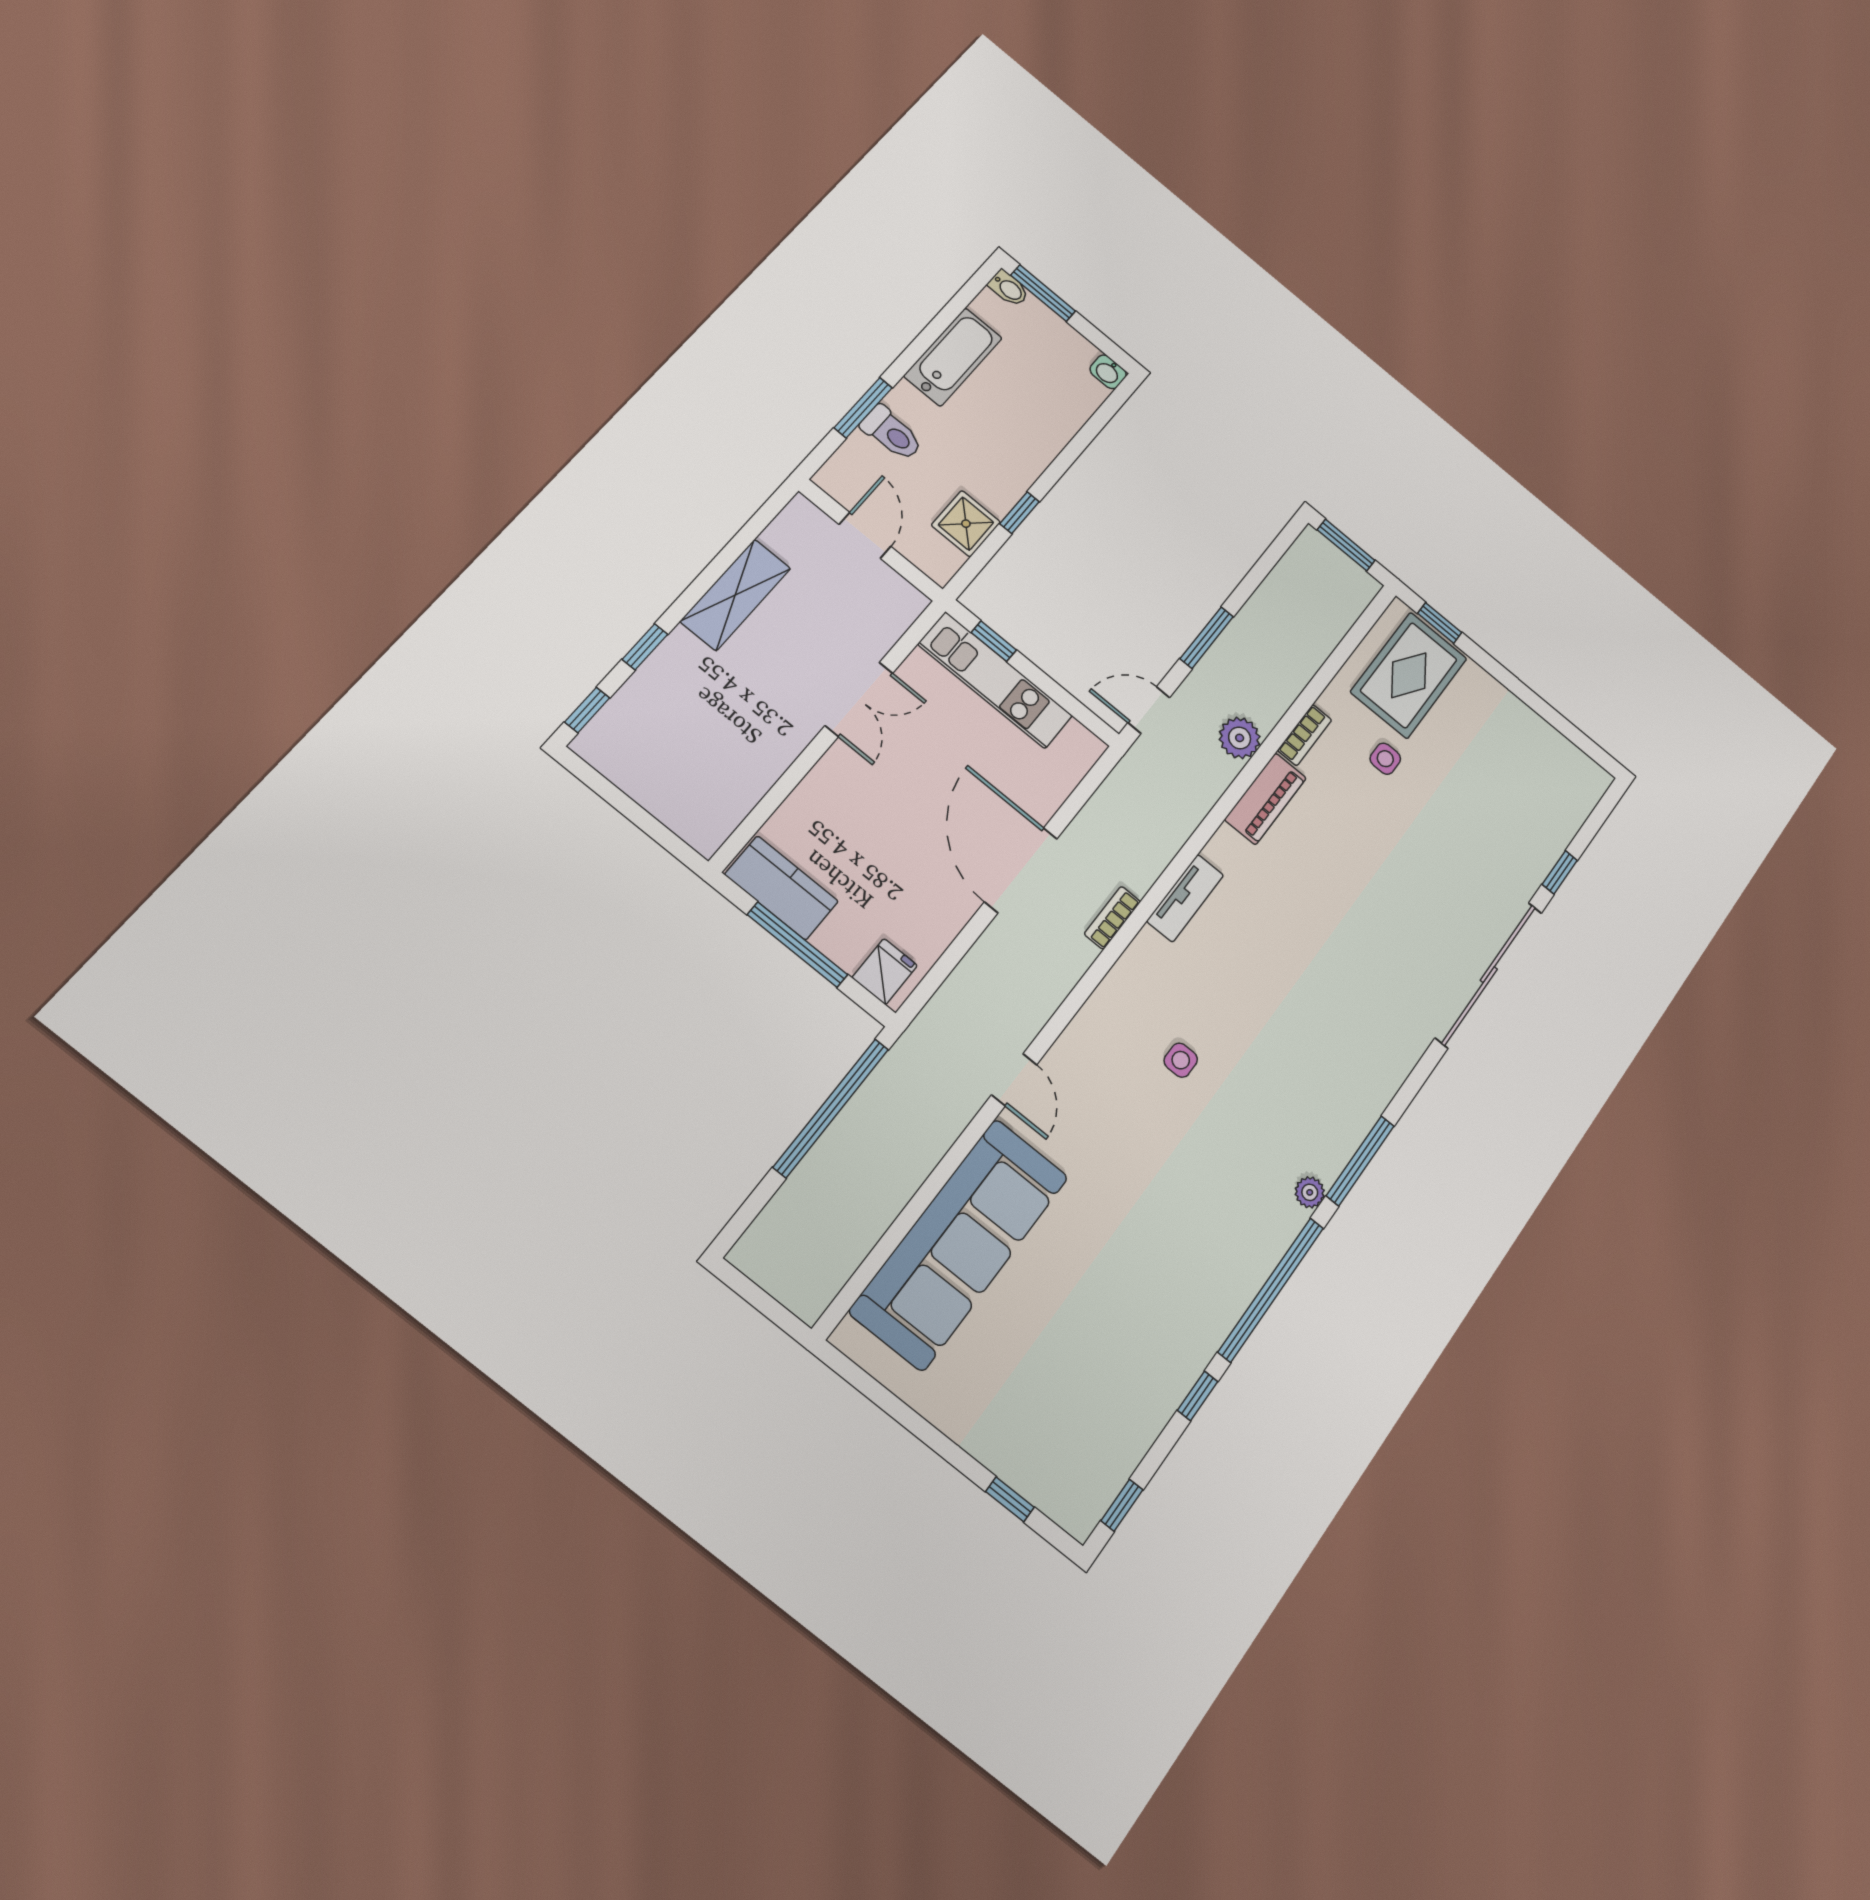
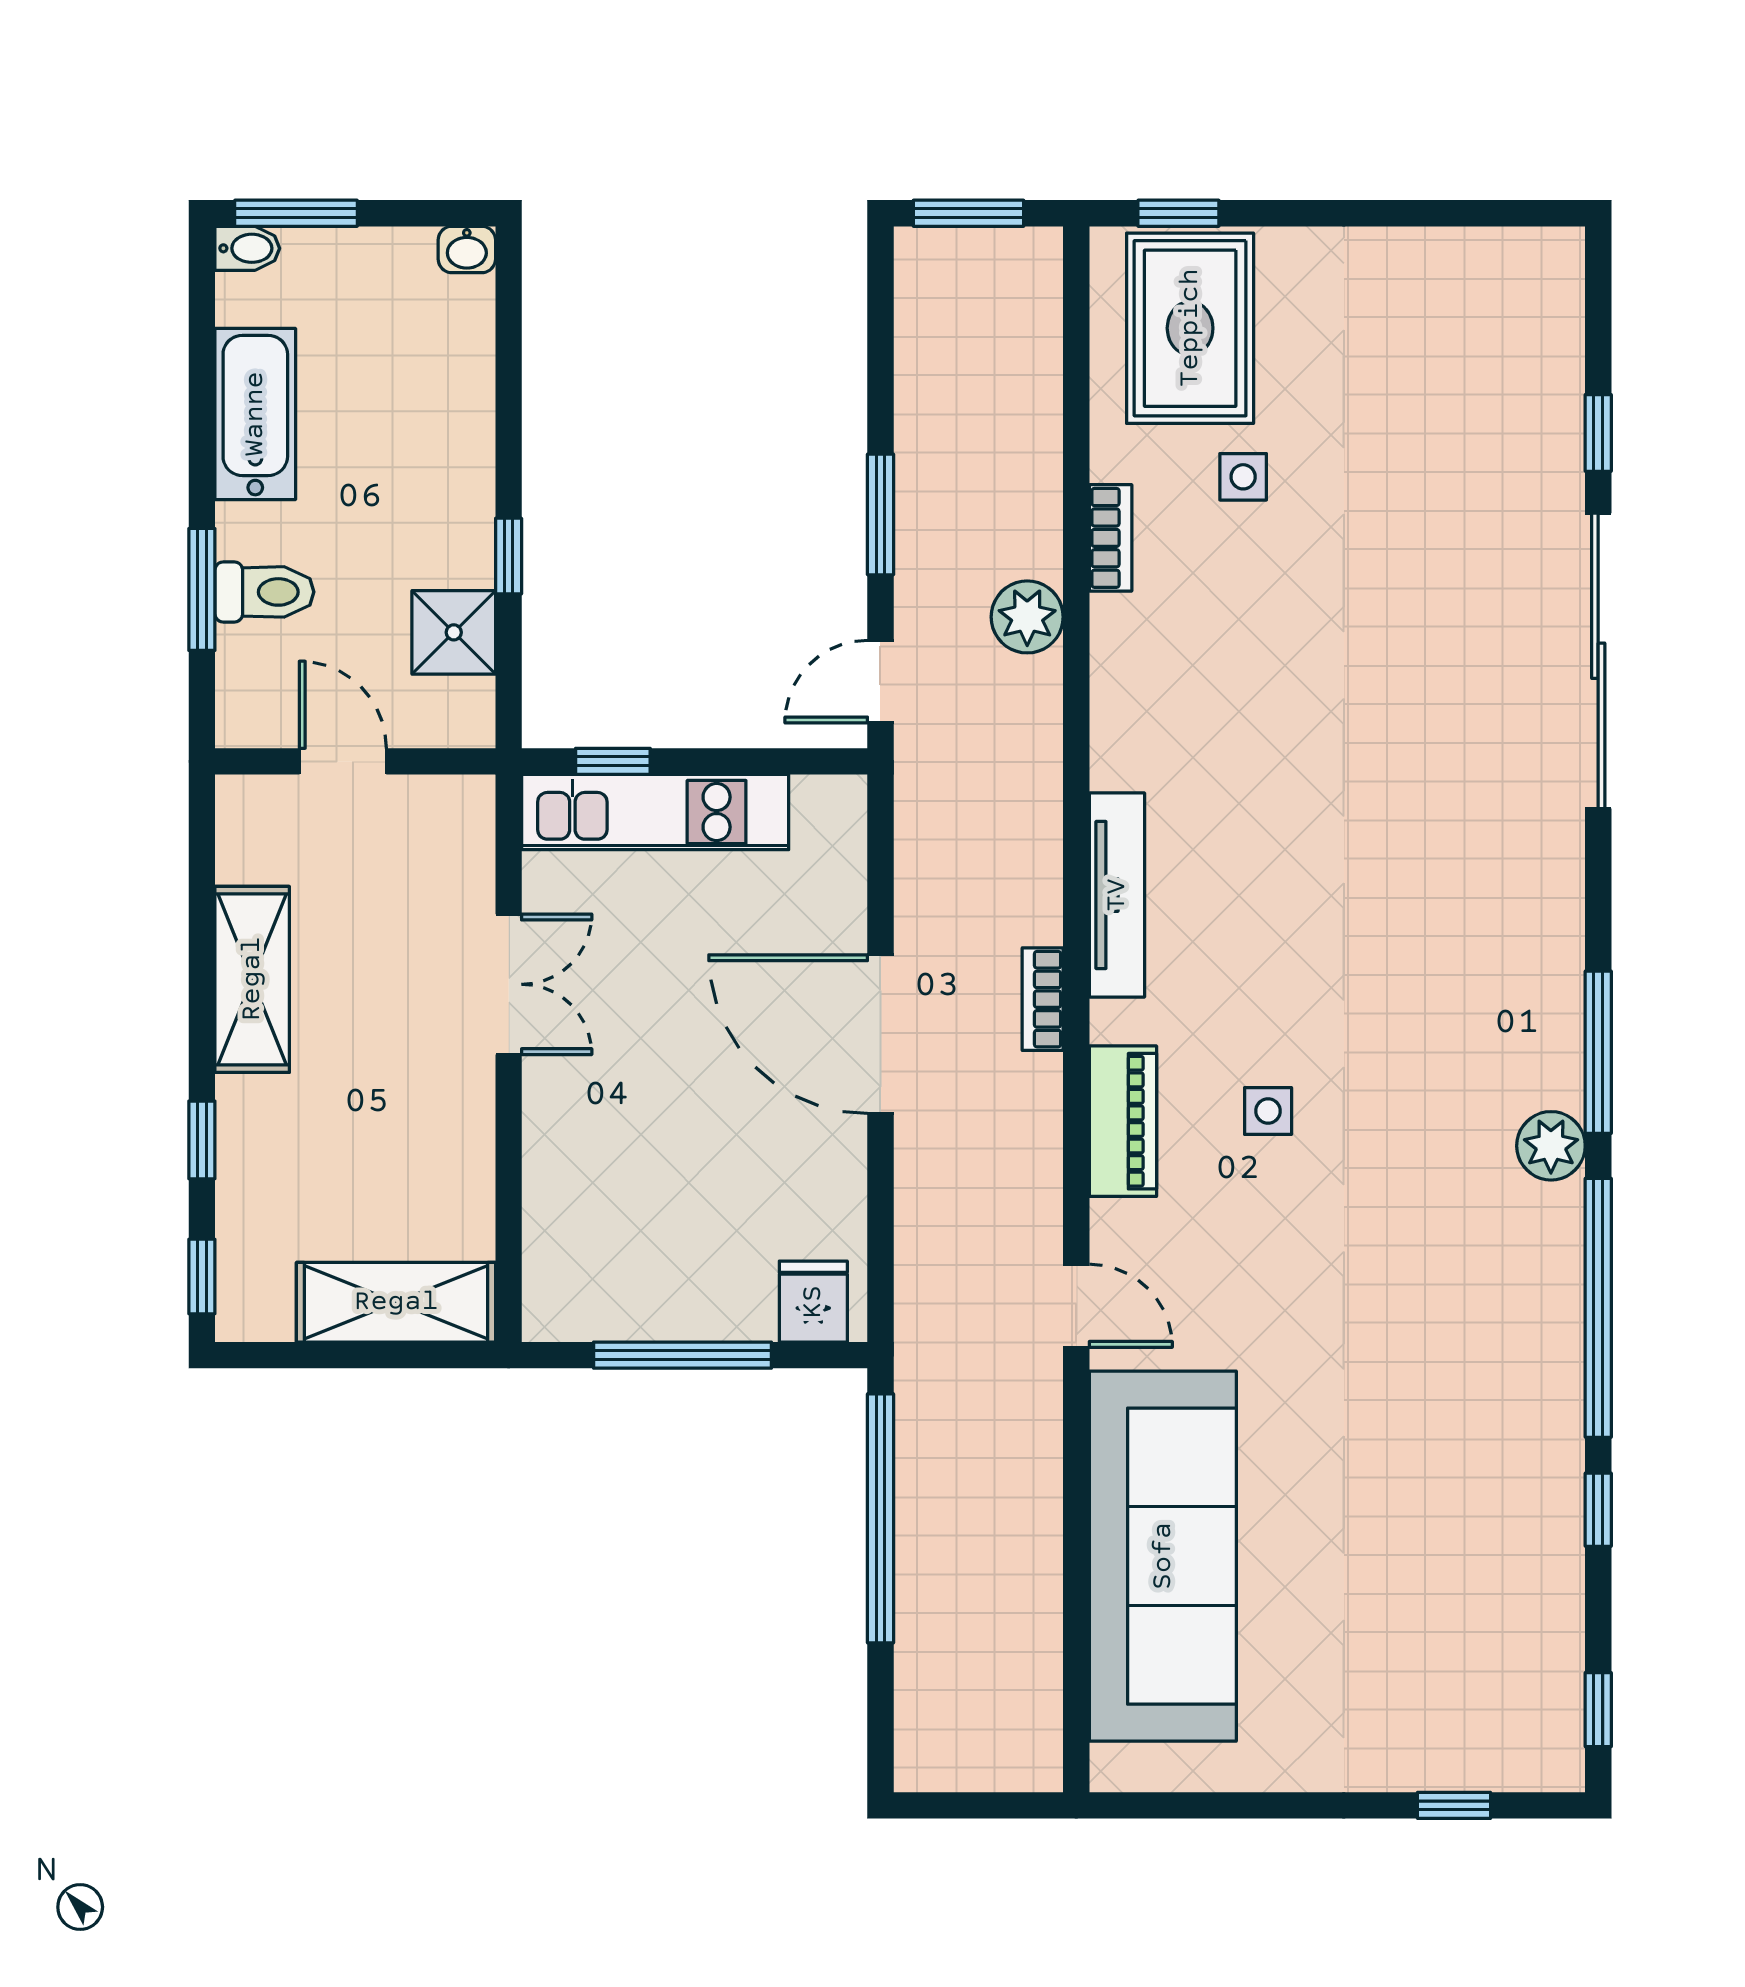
piano: (1266, 799) -> (1123, 1121), moved
shelving: (675, 802) -> (396, 1302), added
kitchen counter: (781, 888) -> (607, 1301), removed
tv unit: (1185, 898) -> (1117, 895), width x1.41
plant: (1310, 1192) -> (1551, 1146), width x1.38, depth x1.38

